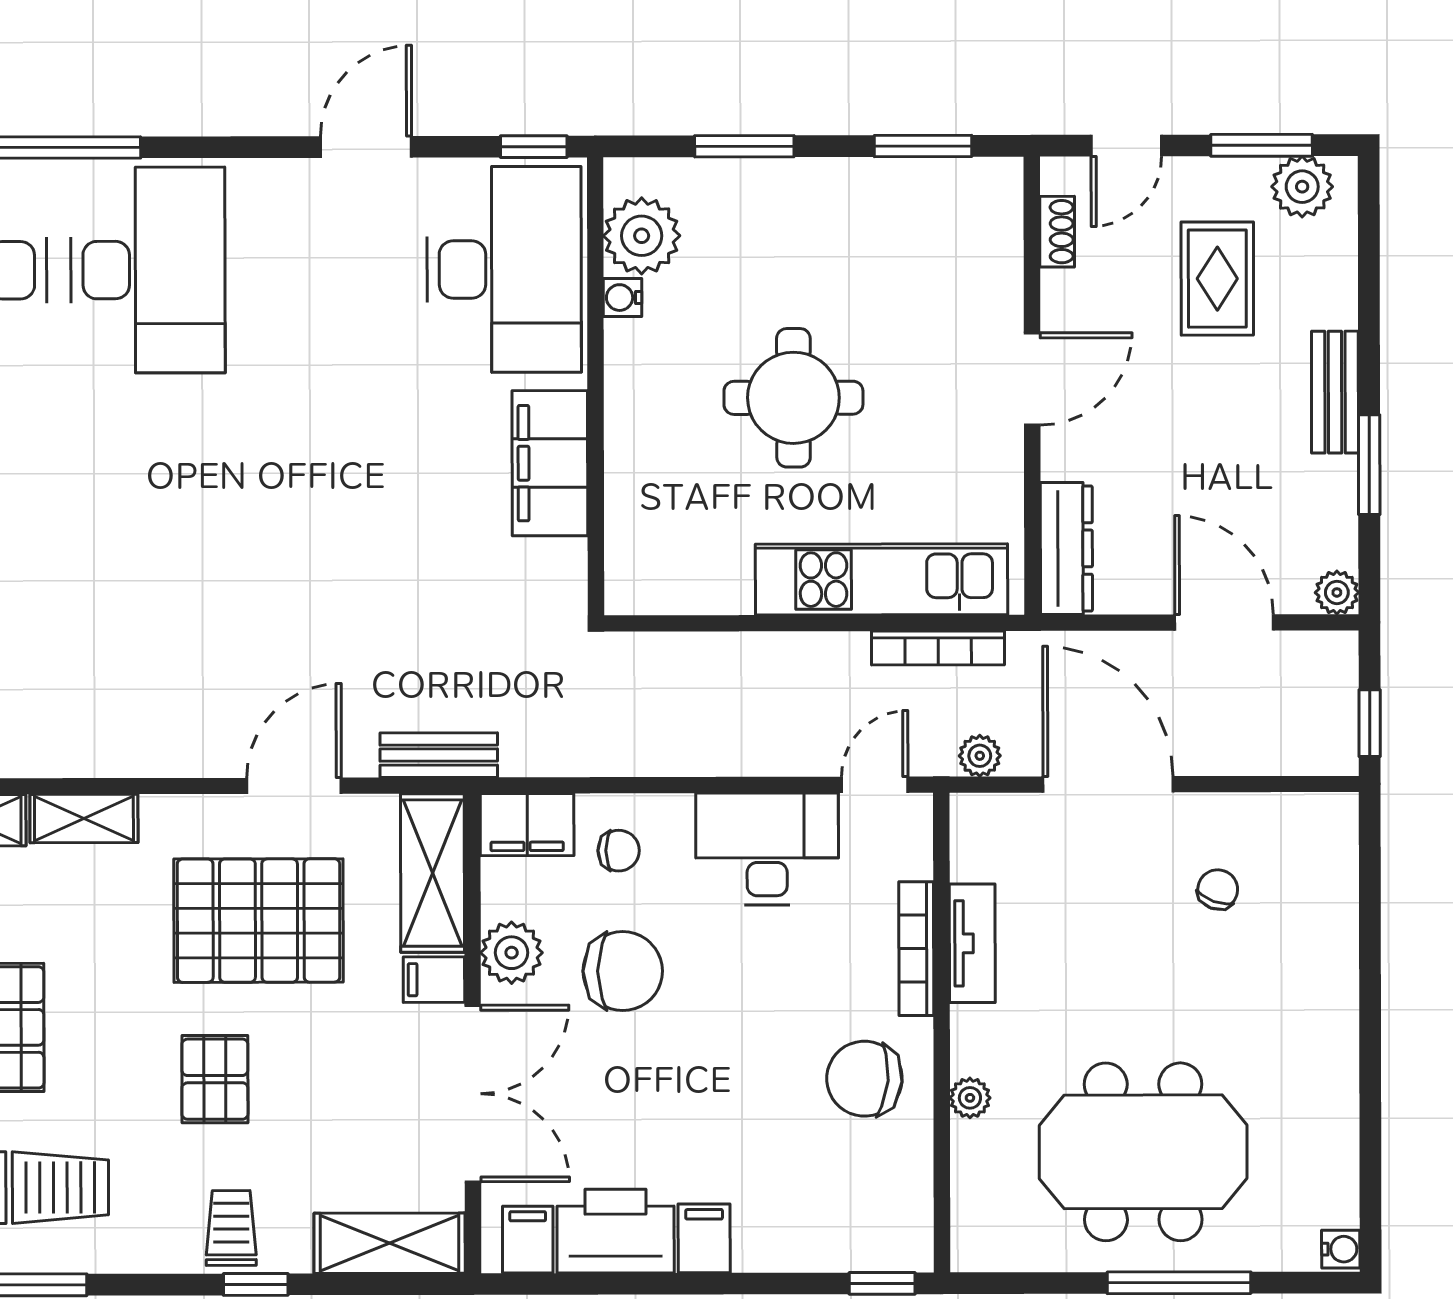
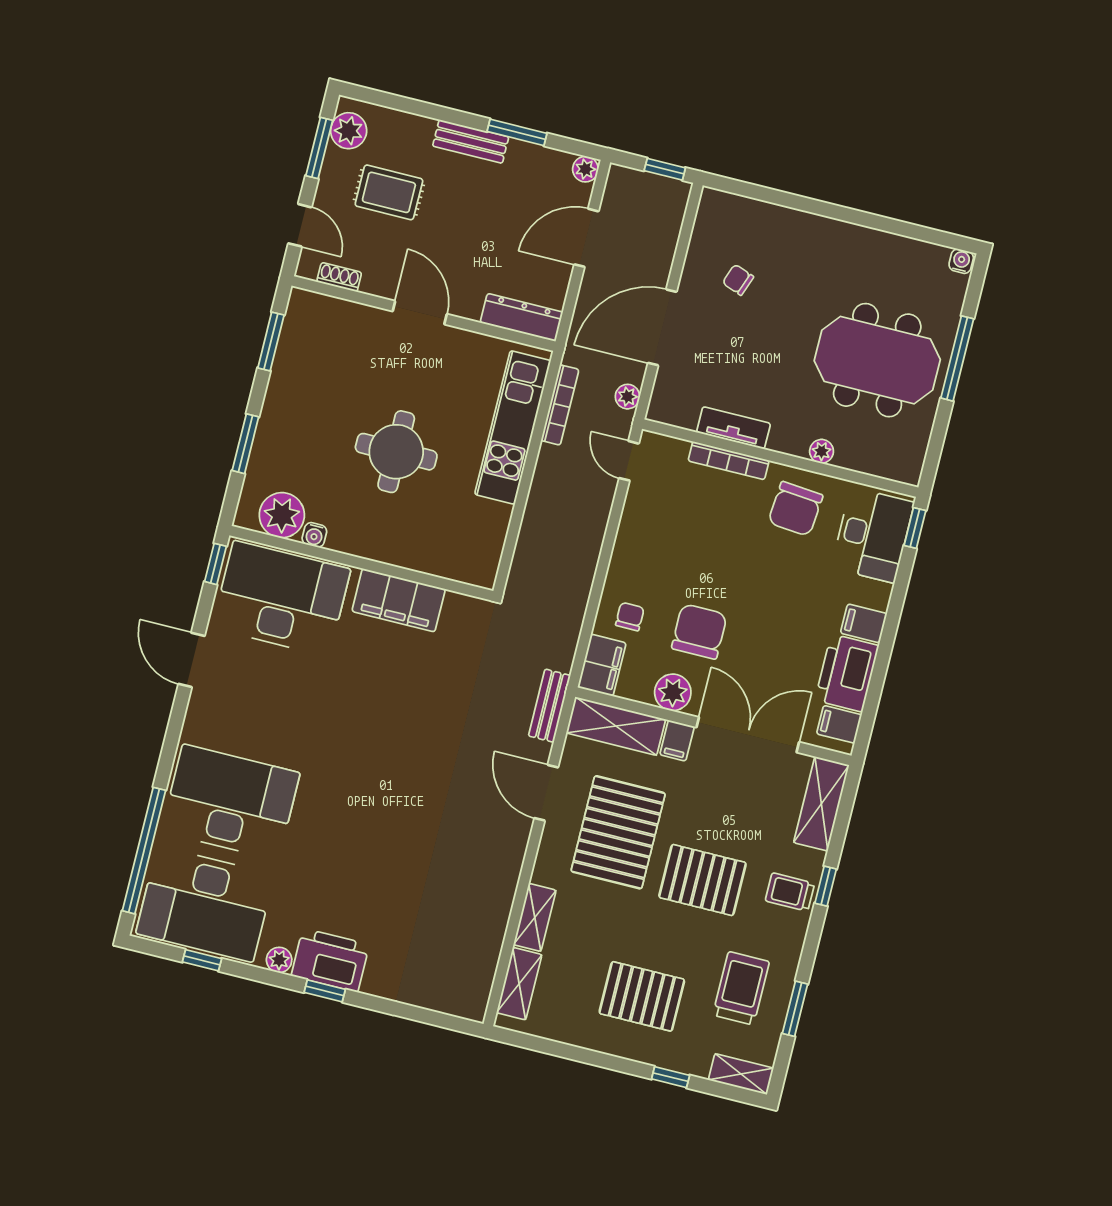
desk: (767, 849) -> (873, 535), moved, turned 180
pallet: (215, 1079) -> (702, 880), width x1.50, depth x1.42
meeting table: (1143, 1152) -> (877, 360), turned 90

